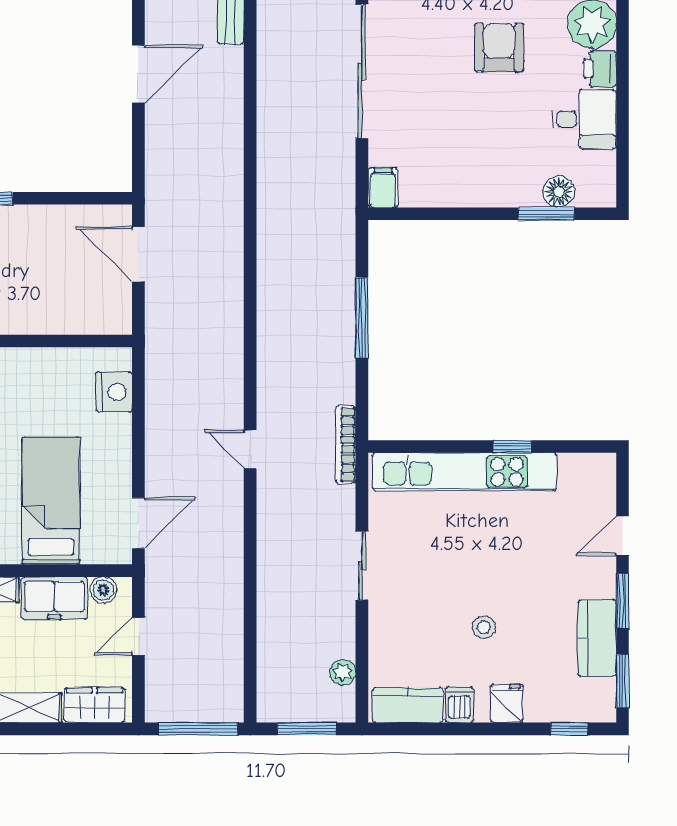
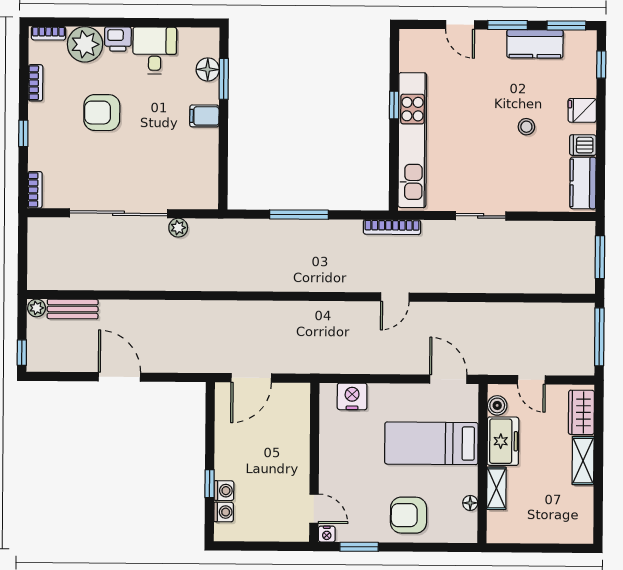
filing cabinet: (383, 188) -> (204, 116), moved
plant: (343, 672) -> (178, 228), moved

